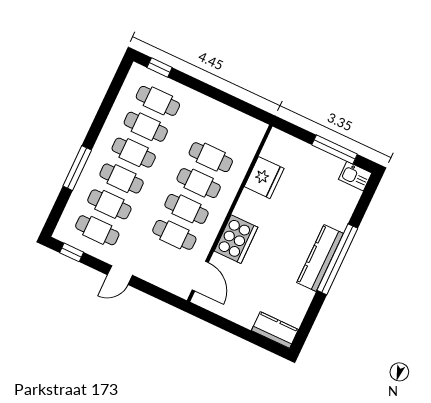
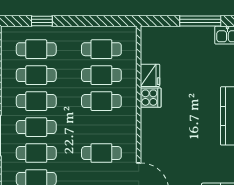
window: (160, 67) -> (42, 21), moved
fridge: (264, 178) -> (150, 75), width x0.73, depth x0.75
cafe table: (186, 209) -> (101, 49), moved
cooker: (236, 239) -> (151, 98), moved, width x0.53, depth x0.76

